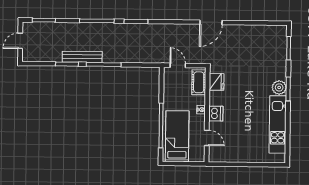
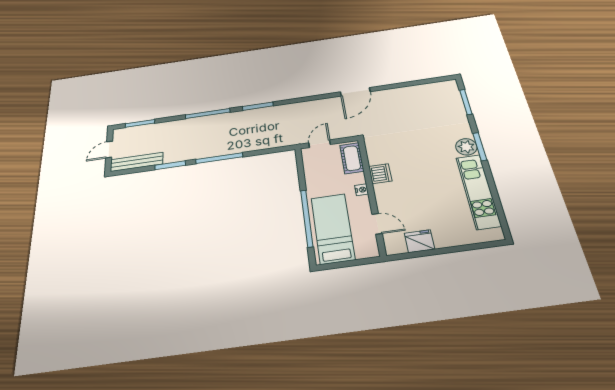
bench: (82, 57) -> (137, 162), moved
door: (178, 65) -> (320, 144), hinge flipped
fridge: (217, 82) -> (419, 241), moved, turned -90
dishwasher: (216, 114) -> (380, 174), moved

